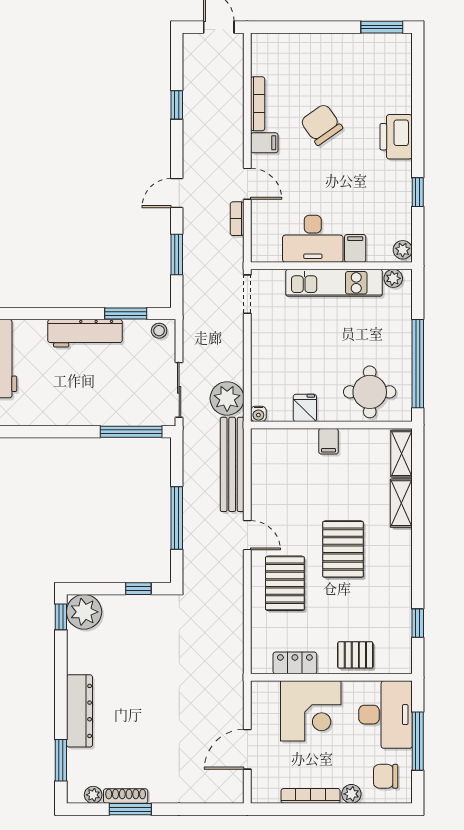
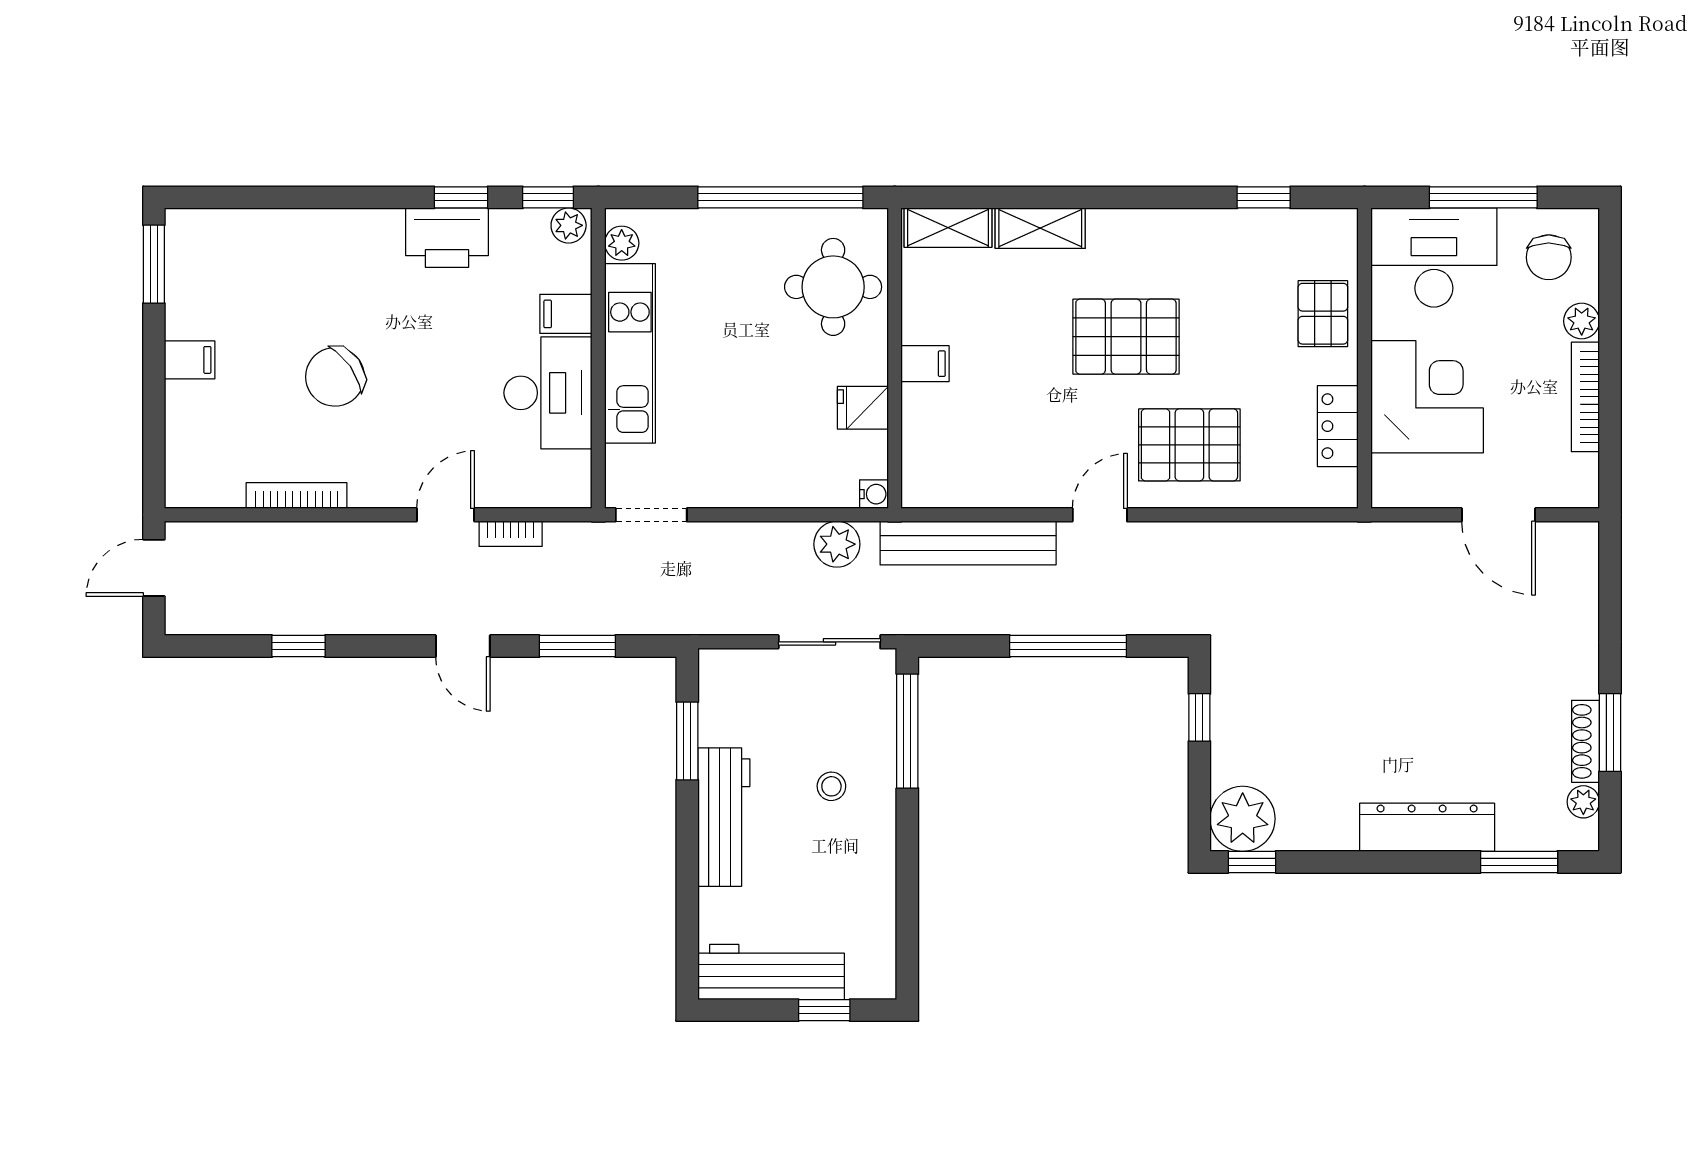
printer: (396, 137) -> (447, 238), moved
filing cabinet: (264, 143) -> (190, 360), moved, turned 90
window: (418, 239) -> (548, 197), added
stool: (159, 331) -> (831, 786), moved
plant: (227, 398) -> (837, 544), width x0.73, depth x0.73

